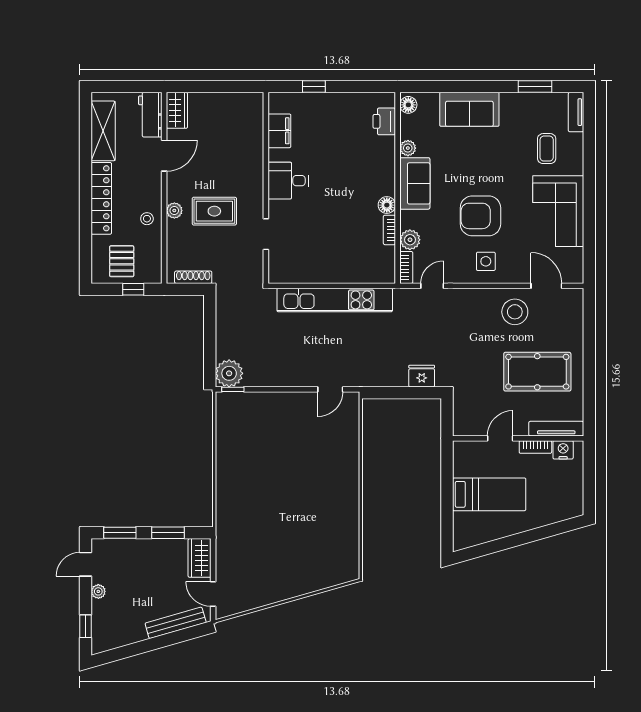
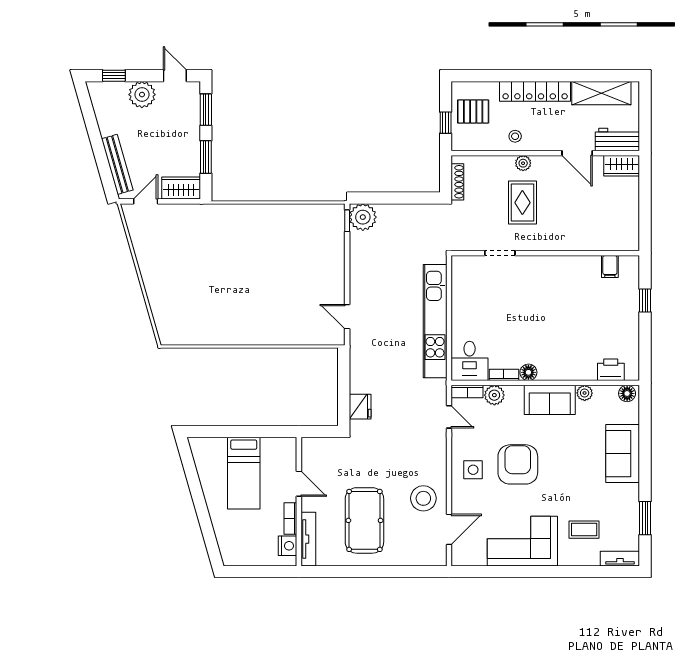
filing cabinet: (279, 131) -> (610, 267), width x0.50
desk: (288, 181) -> (470, 361), moved, turned 180
plant: (98, 591) -> (142, 95), width x1.87, depth x1.87

